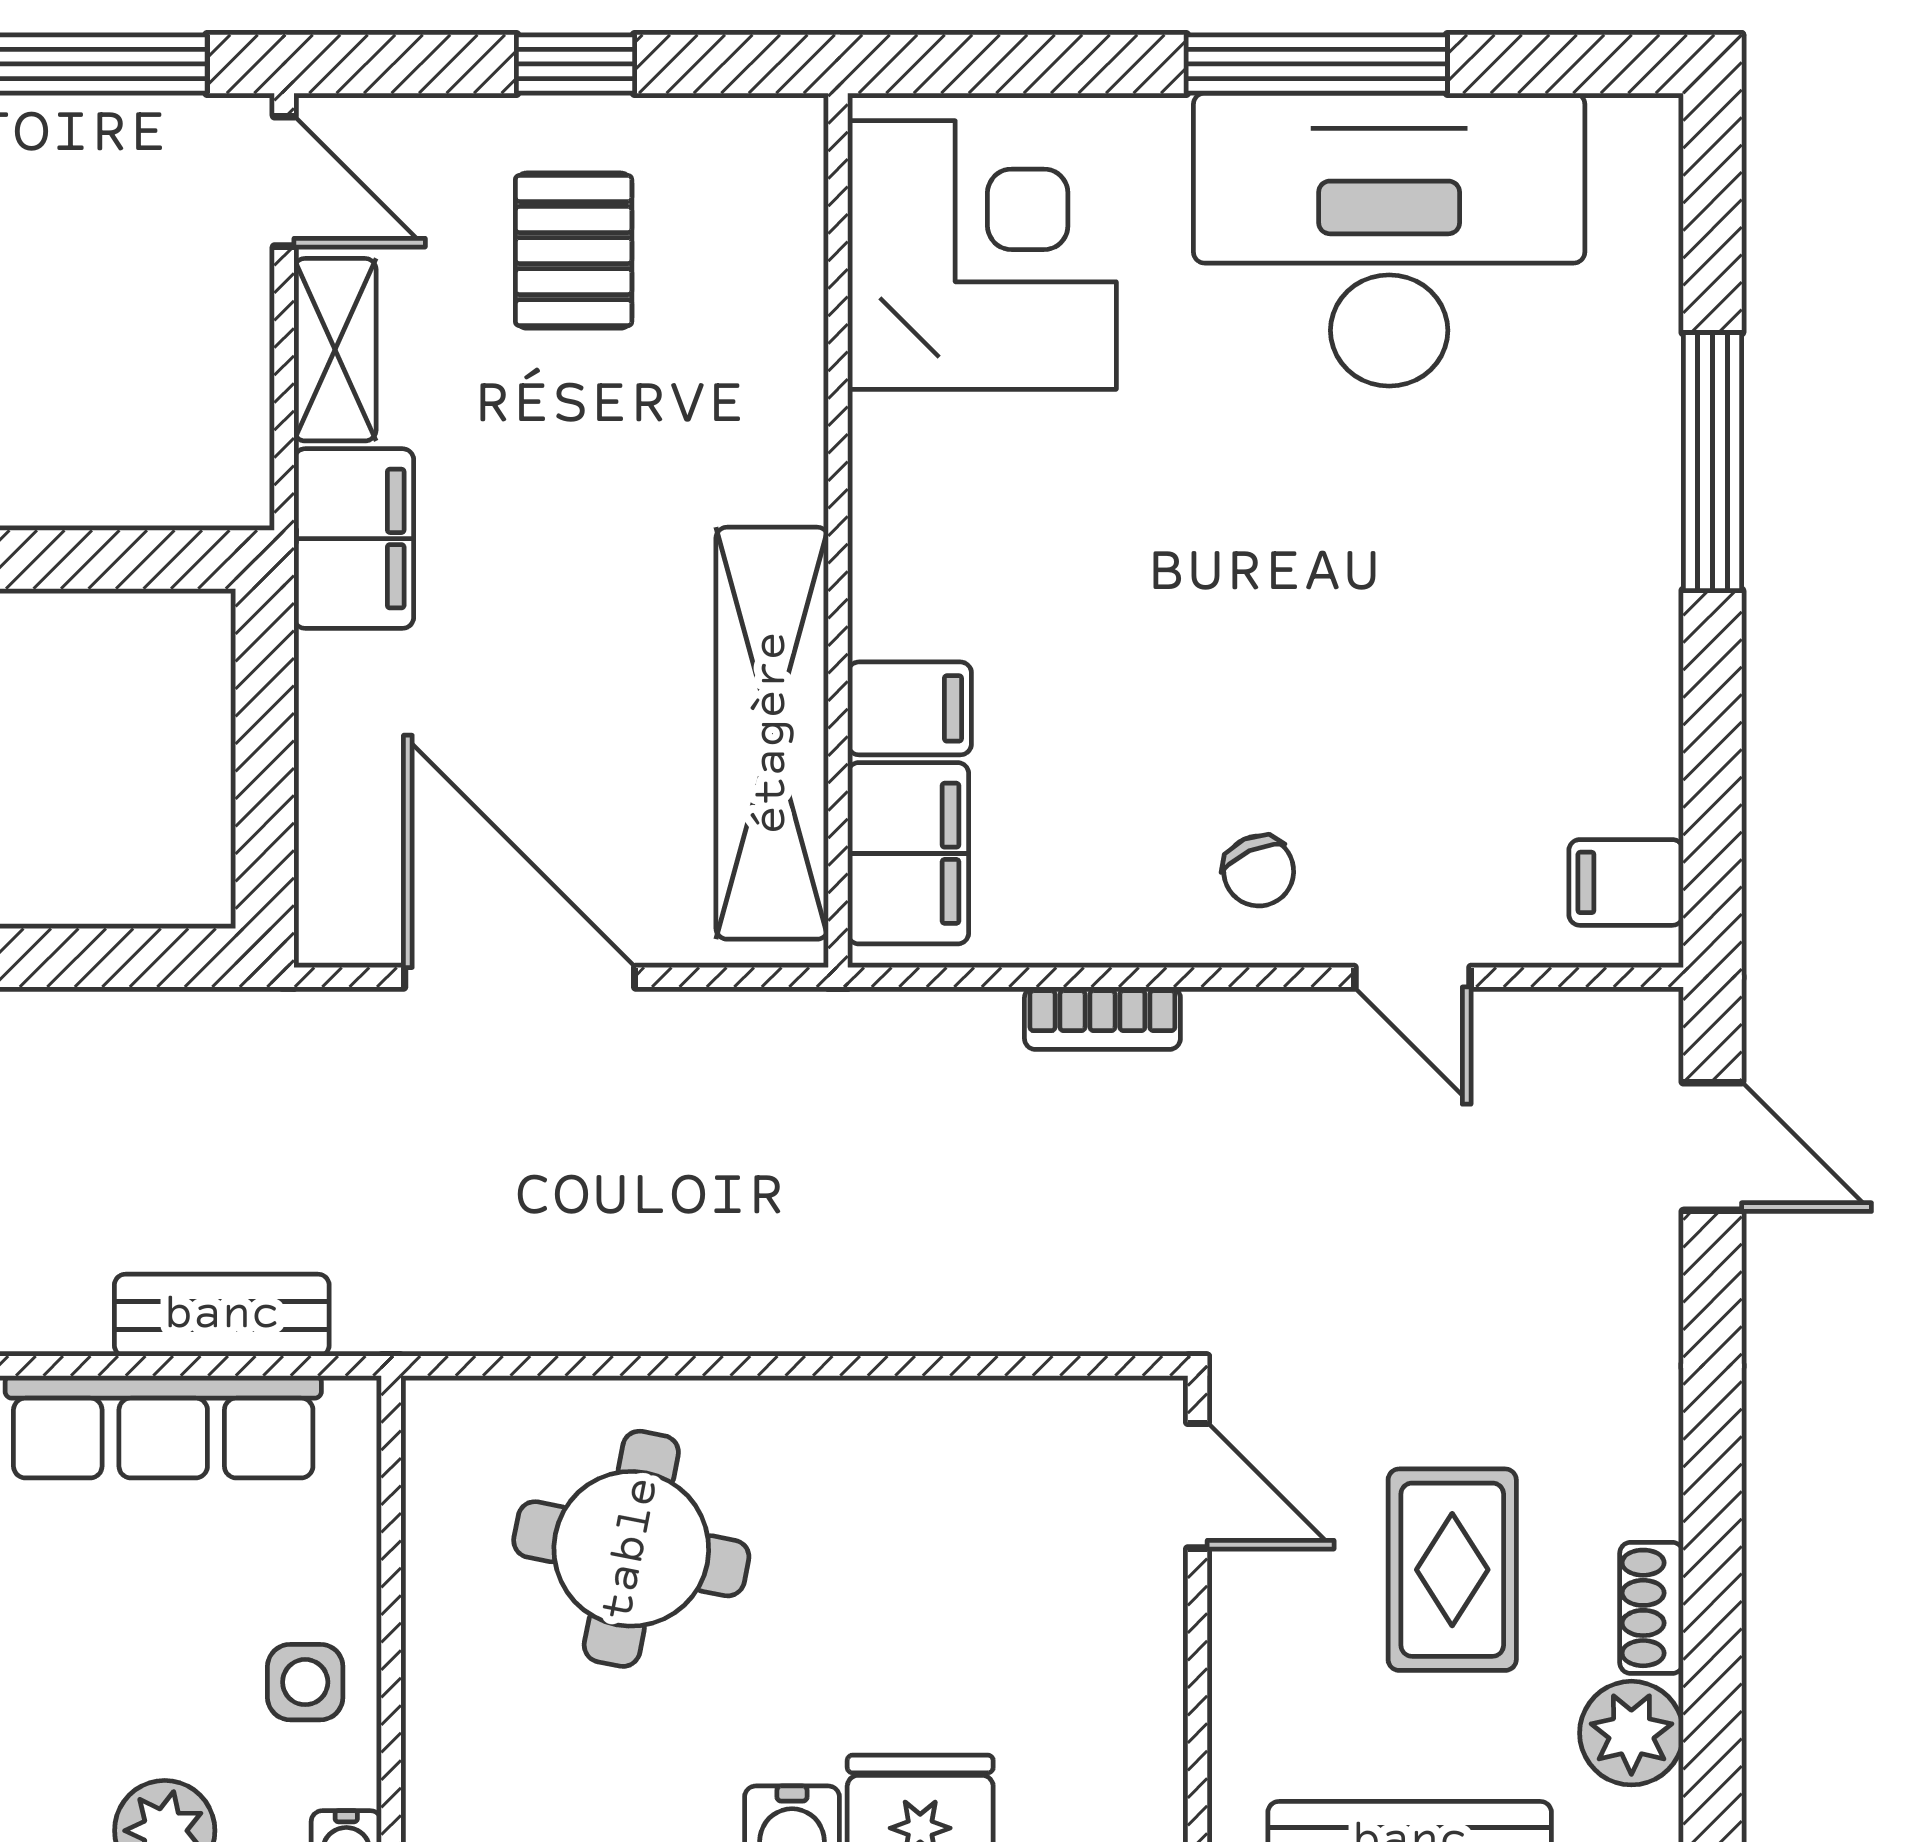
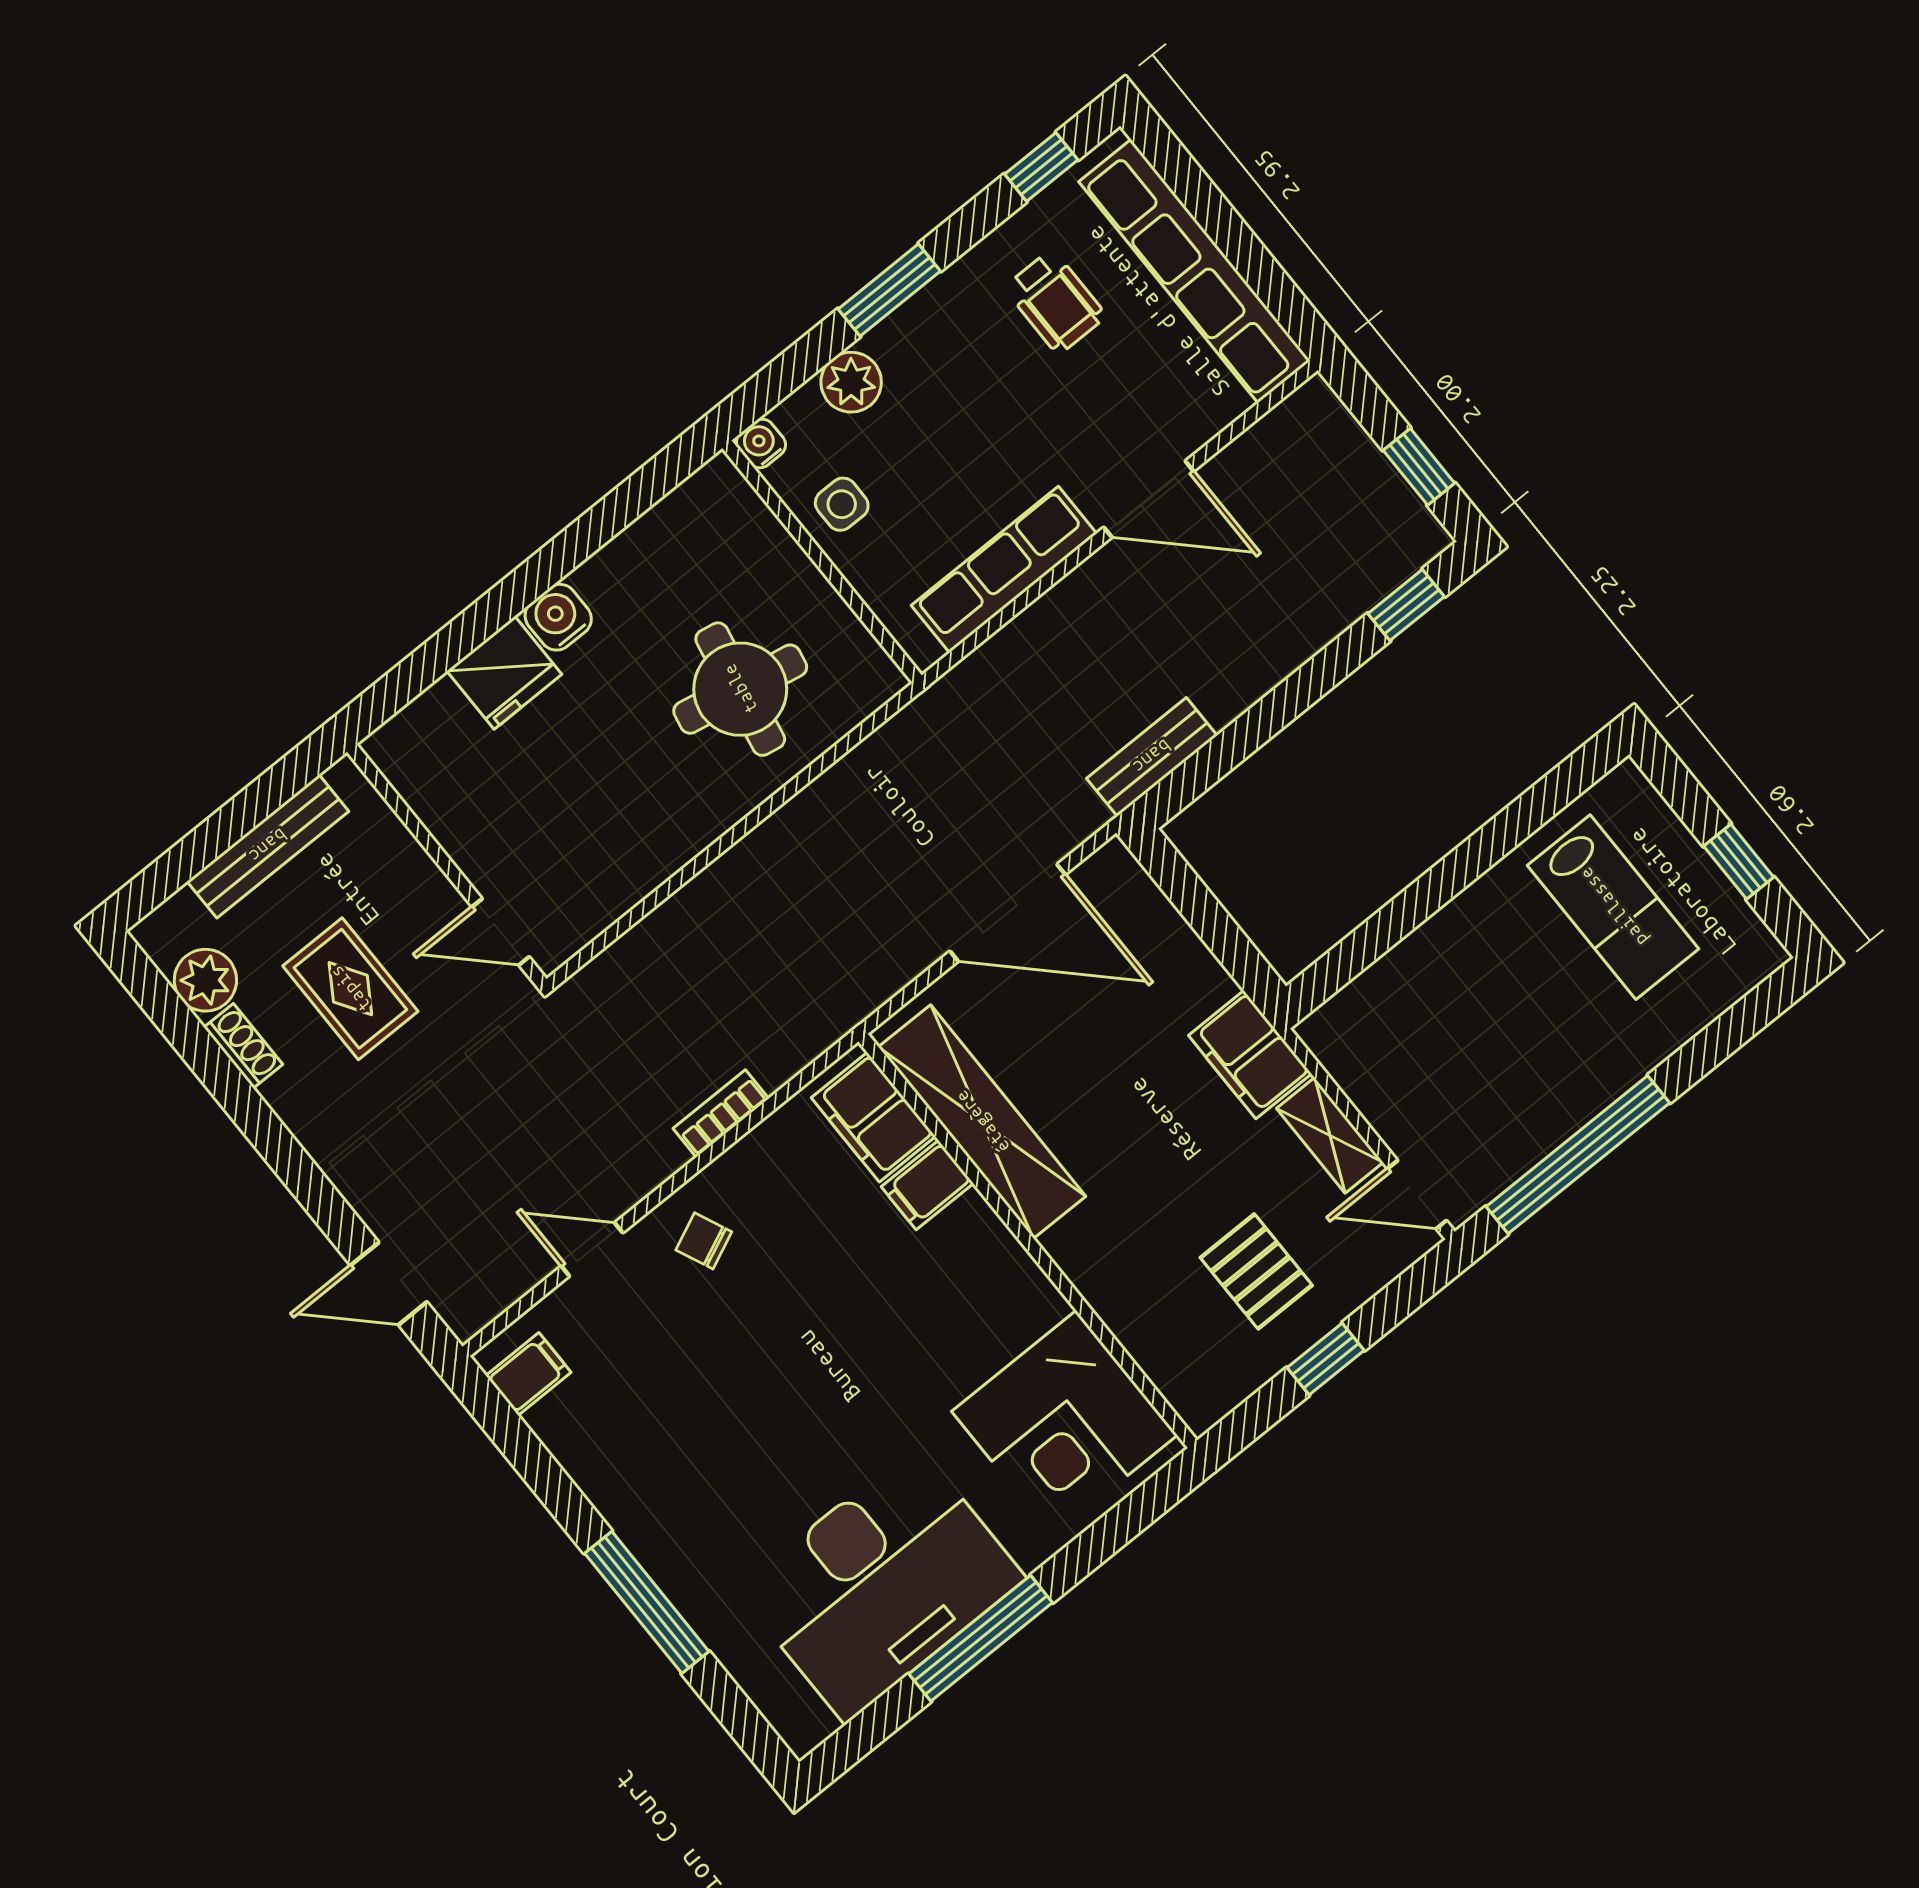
bench: (222, 1315) -> (1152, 757), moved

